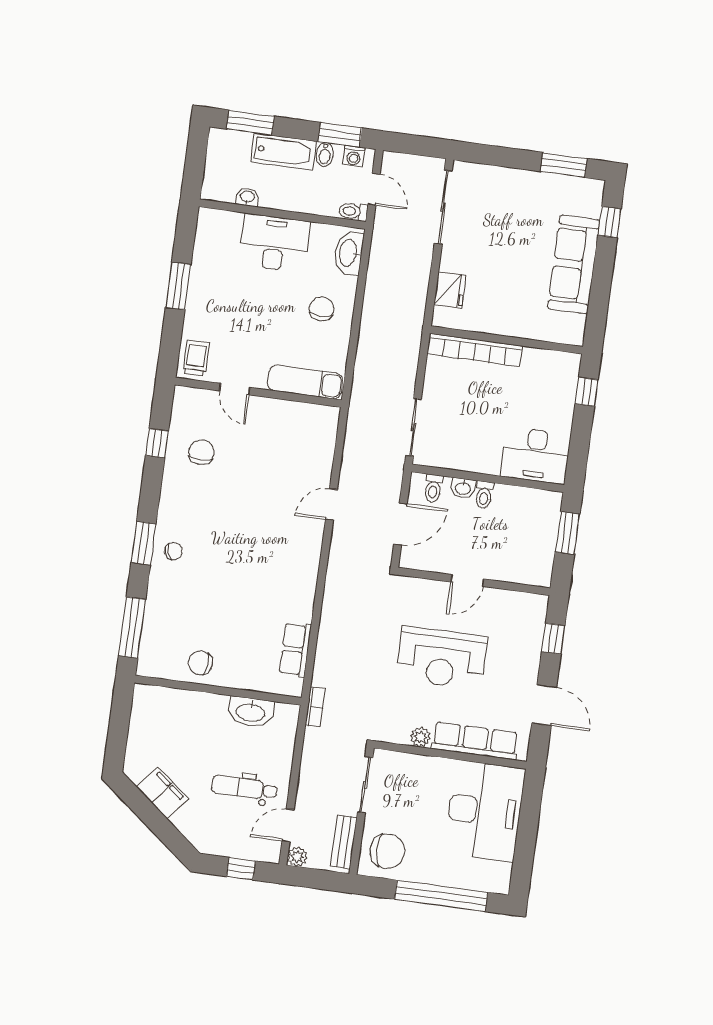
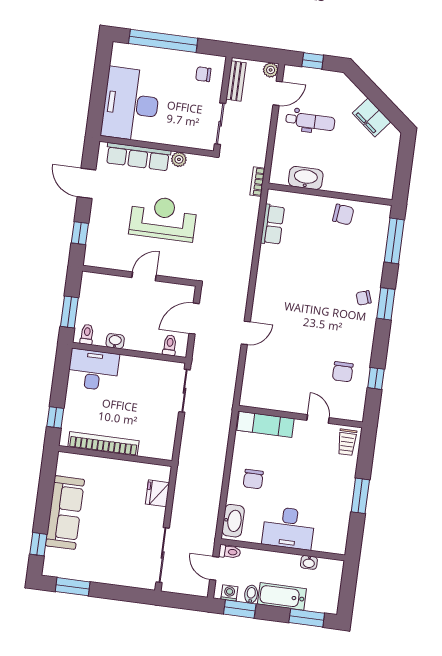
bookcase: (475, 350) -> (103, 444), moved
washbasin: (463, 488) -> (115, 341), moved
toilet: (484, 495) -> (87, 334), moved
chair: (387, 851) -> (203, 74), width x0.54, depth x0.54

